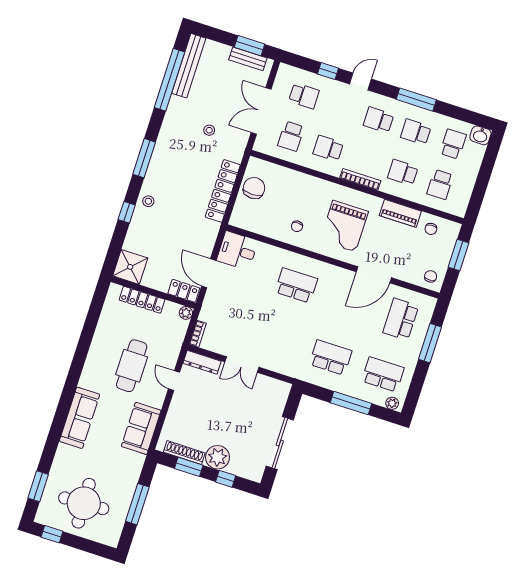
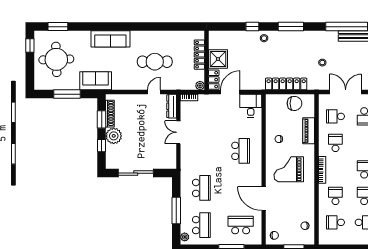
piano: (400, 213) -> (309, 131), moved
shower: (130, 267) -> (218, 59), moved
sofa: (141, 428) -> (96, 81), moved

